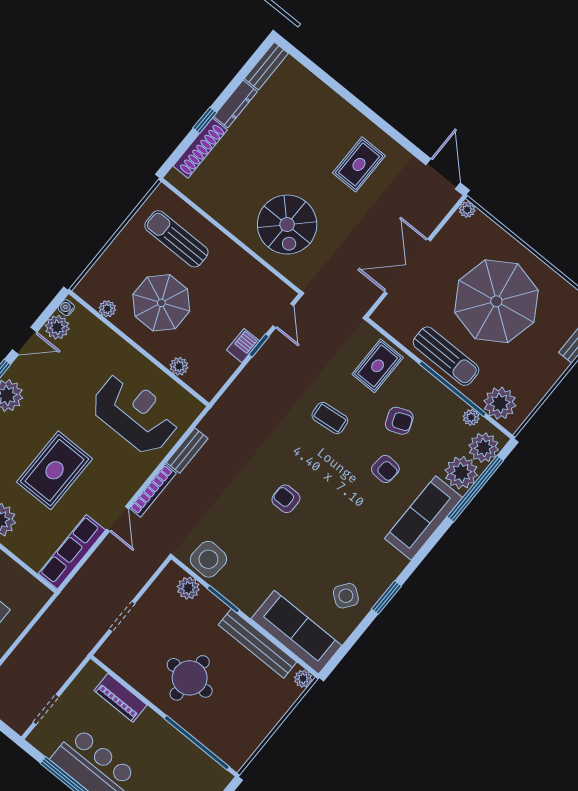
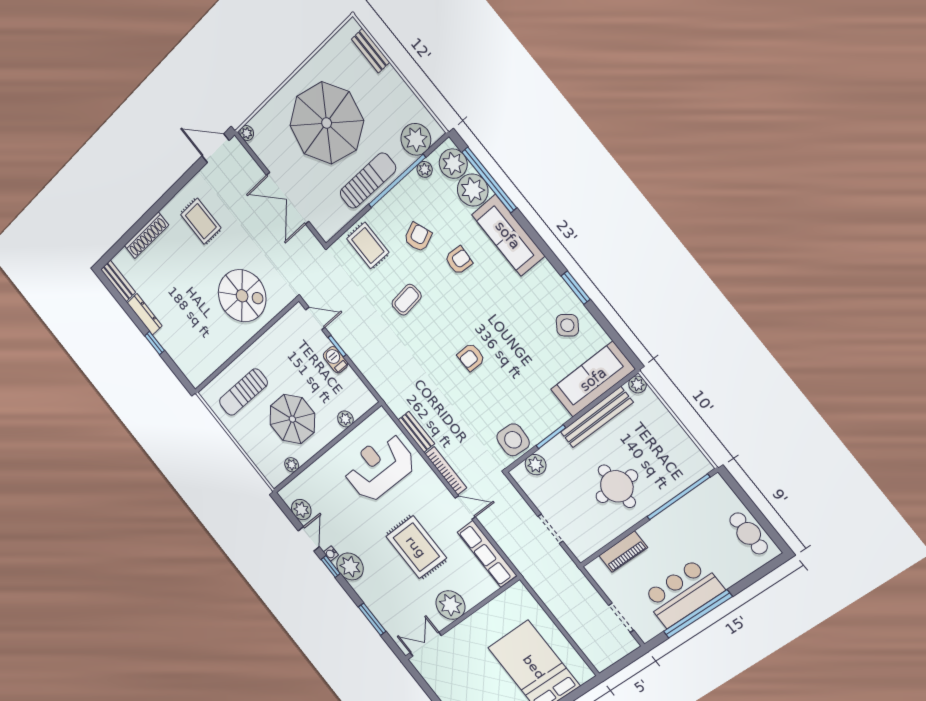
shoe rack: (200, 148) -> (146, 235), moved, turned 90
water cooler: (66, 308) -> (331, 553), moved

